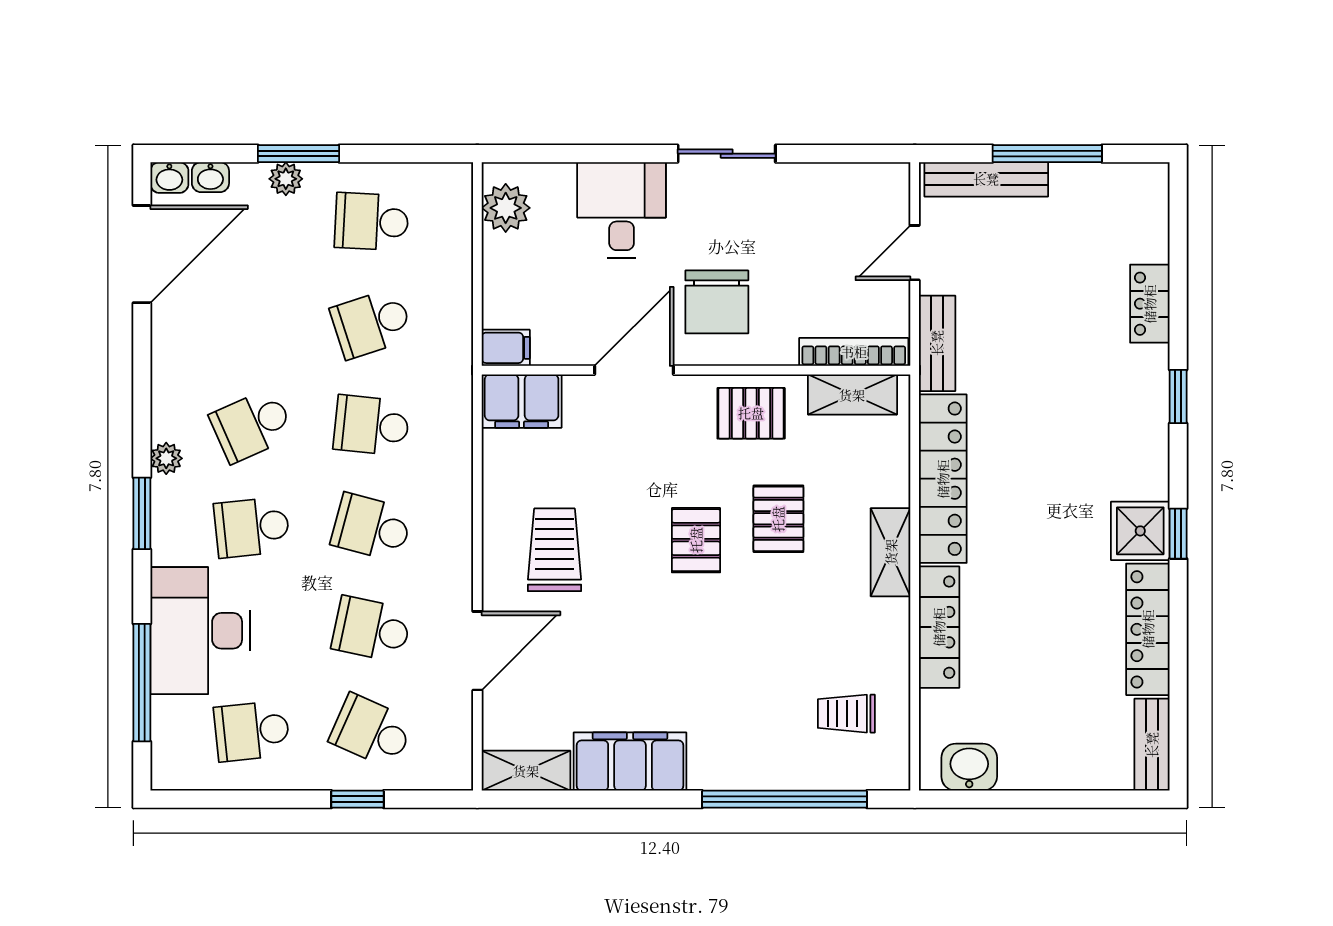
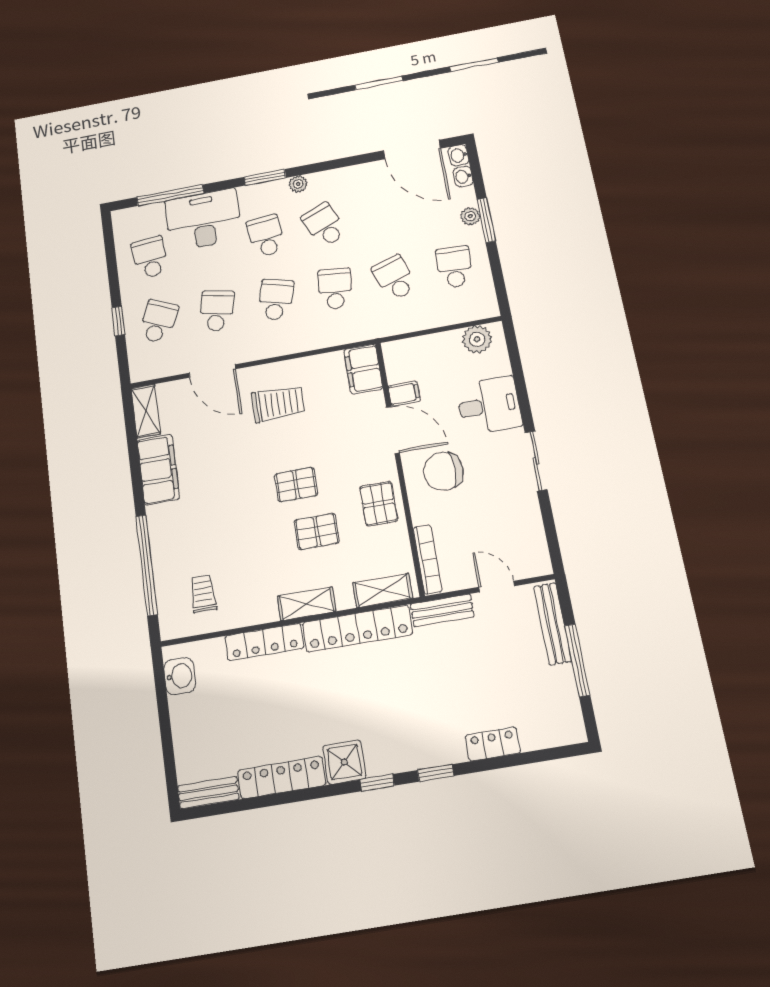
filing cabinet: (506, 348) -> (404, 393), moved, turned -90
shelving: (852, 395) -> (383, 590), moved, turned 90
window: (1178, 534) -> (377, 783), moved

